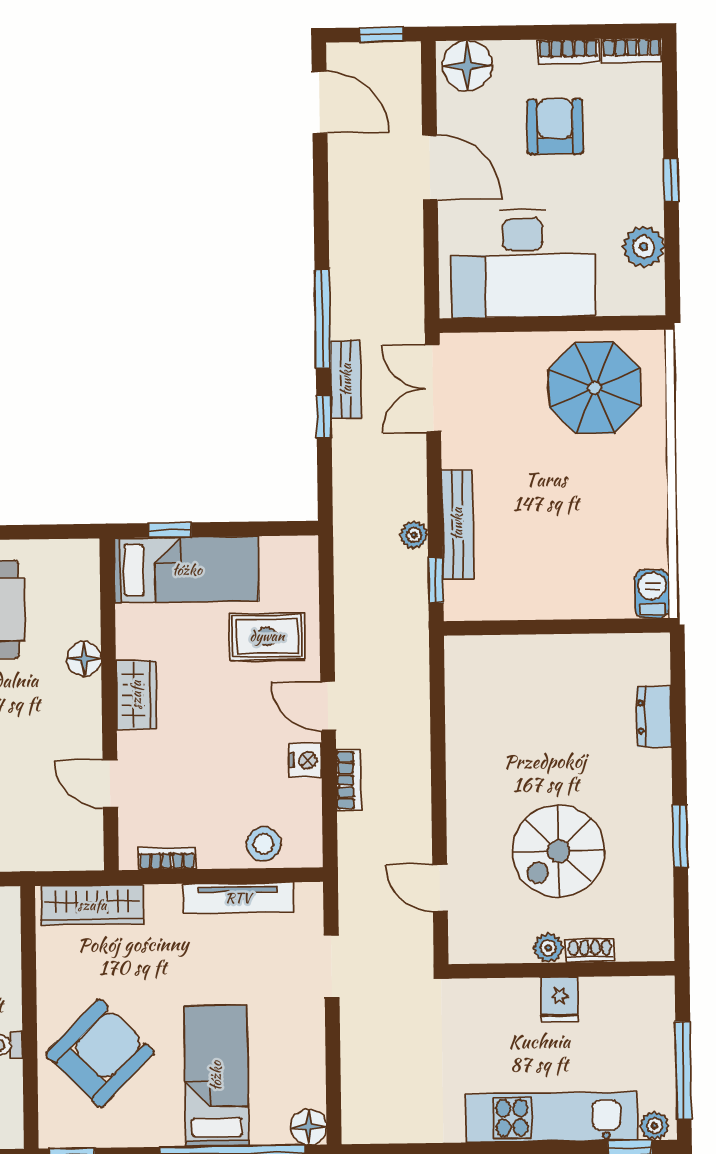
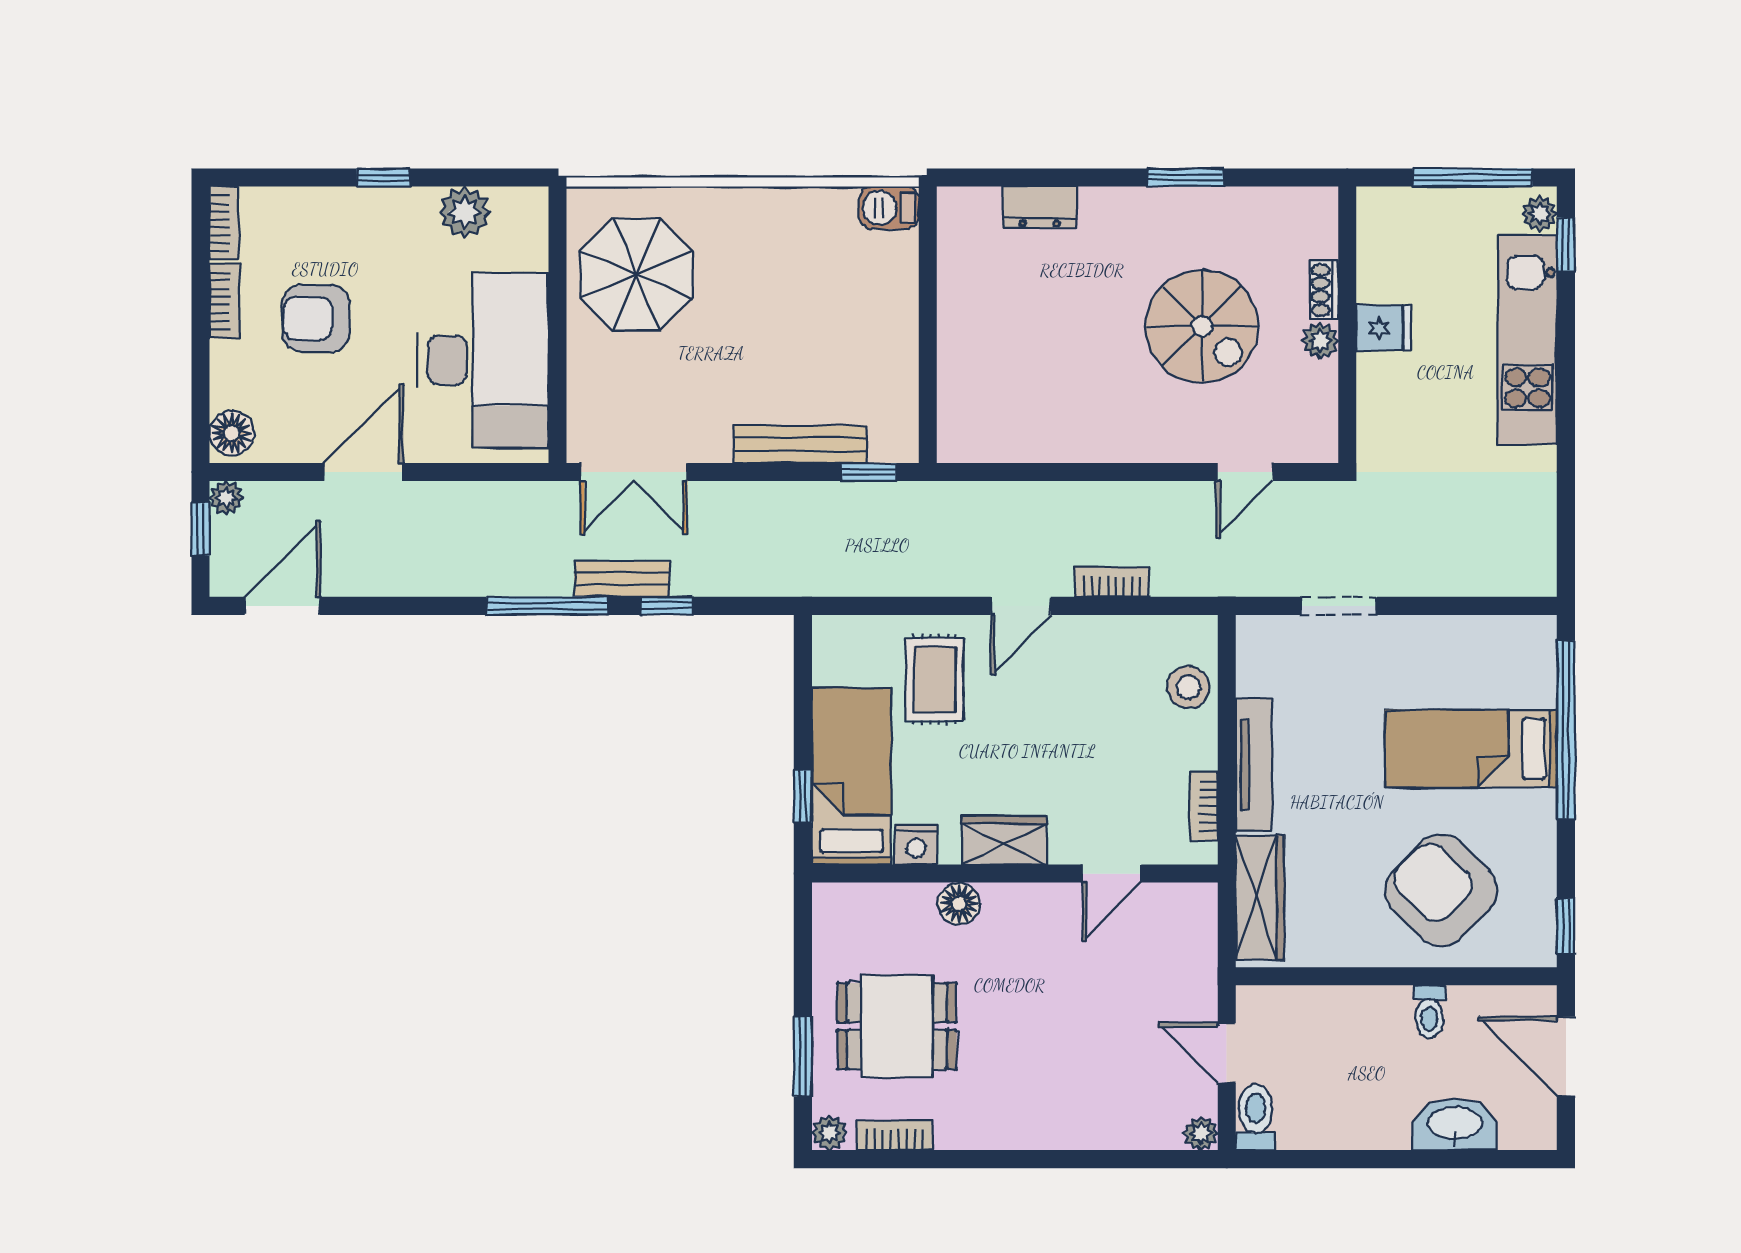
floor lamp: (467, 66) -> (232, 433), width x0.73, depth x0.73
plant: (414, 535) -> (226, 498), moved
nightstand: (305, 760) -> (916, 845), moved, turned 180
tv unit: (238, 898) -> (1254, 765), moved
floor lamp: (309, 1127) -> (1535, 637), removed

